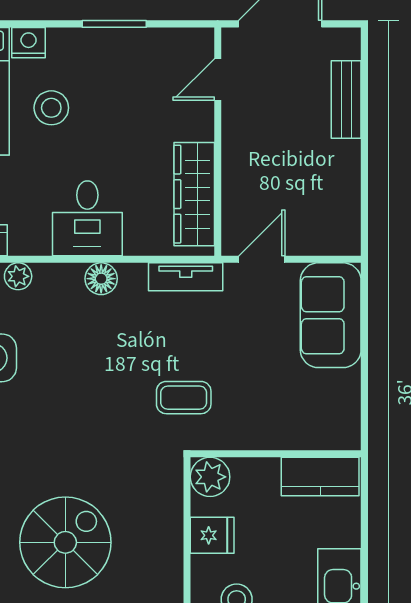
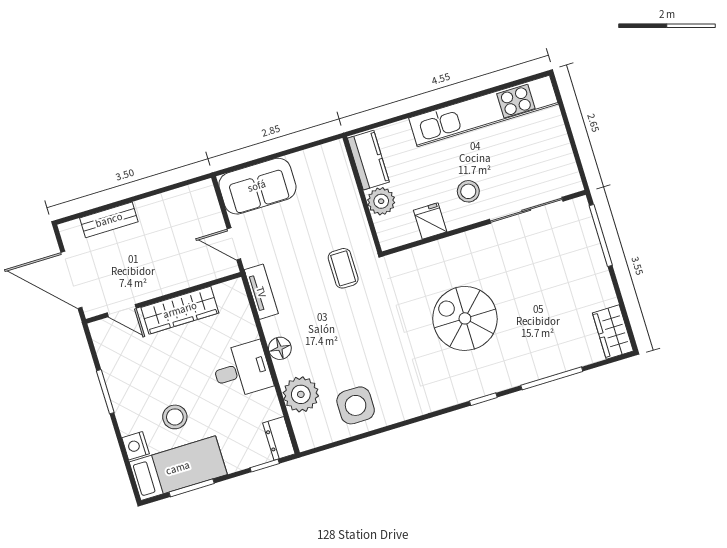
wardrobe: (194, 194) -> (180, 310), moved
plant: (18, 276) -> (301, 394), width x1.87, depth x1.87
plant: (210, 477) -> (381, 201), moved

